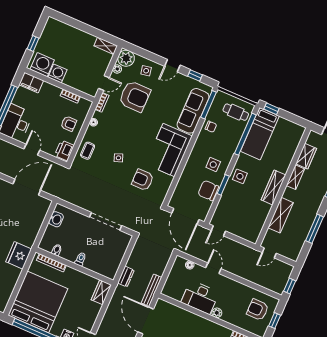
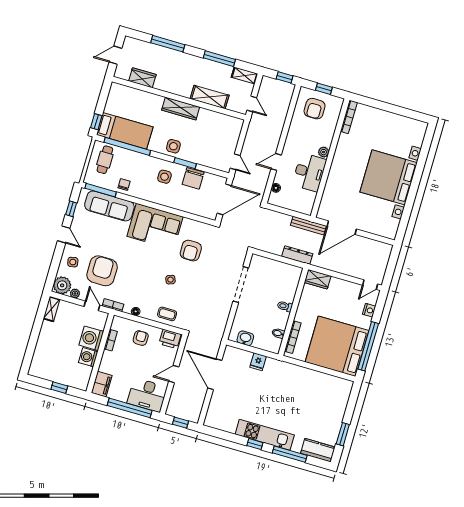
washing machine: (42, 65) -> (91, 338), moved
shelving: (295, 177) -> (245, 75), moved
fridge: (19, 255) -> (258, 362), moved, width x0.53, depth x0.75
dresser: (126, 277) -> (297, 255), width x1.44

